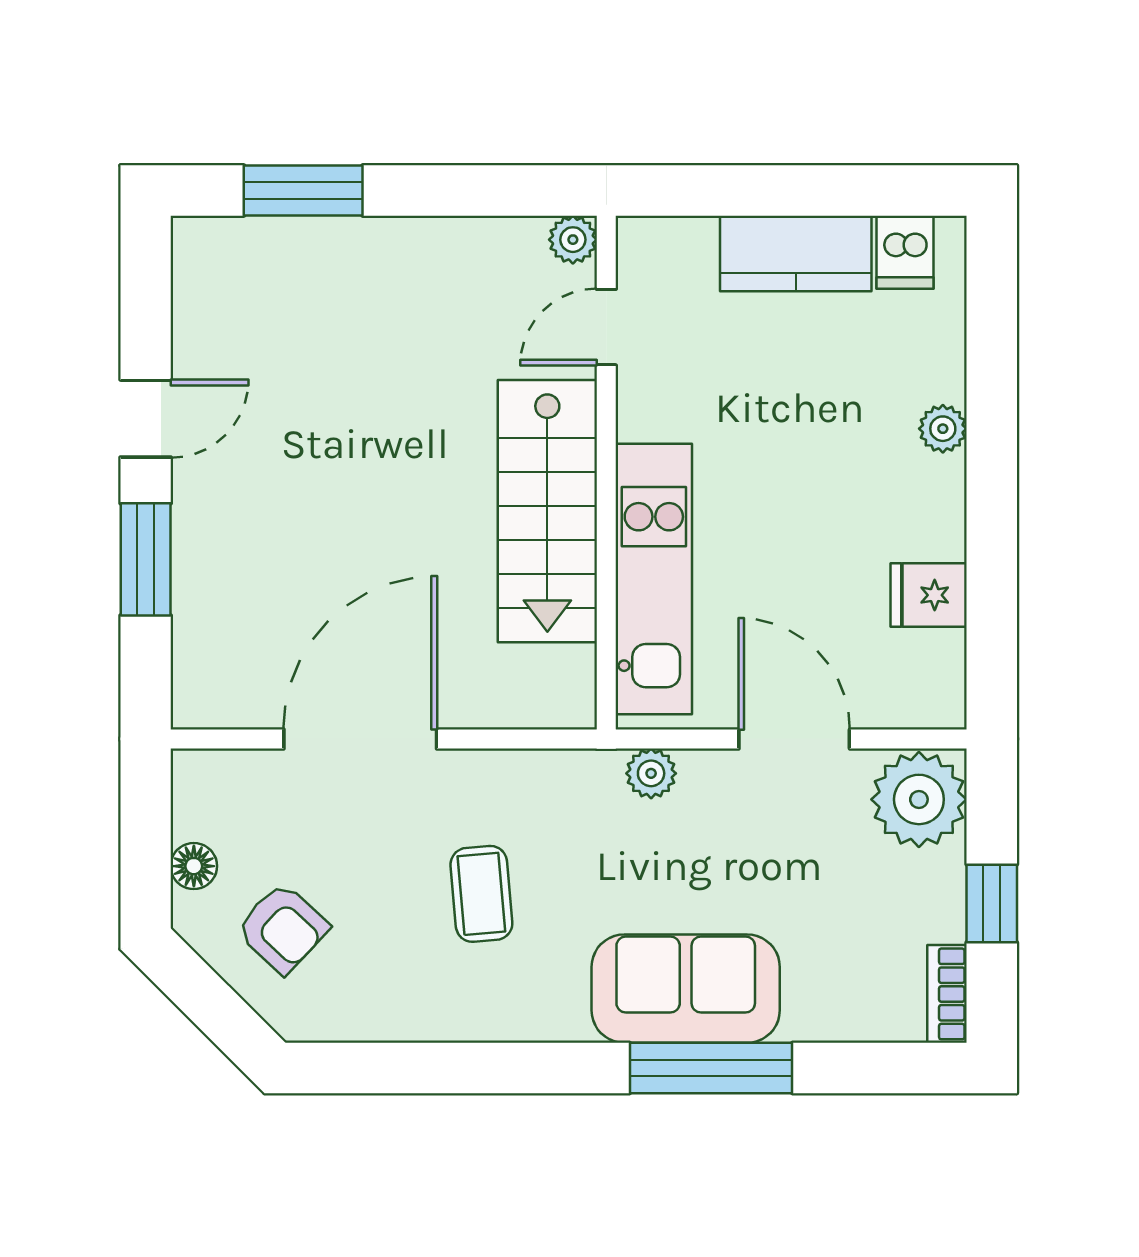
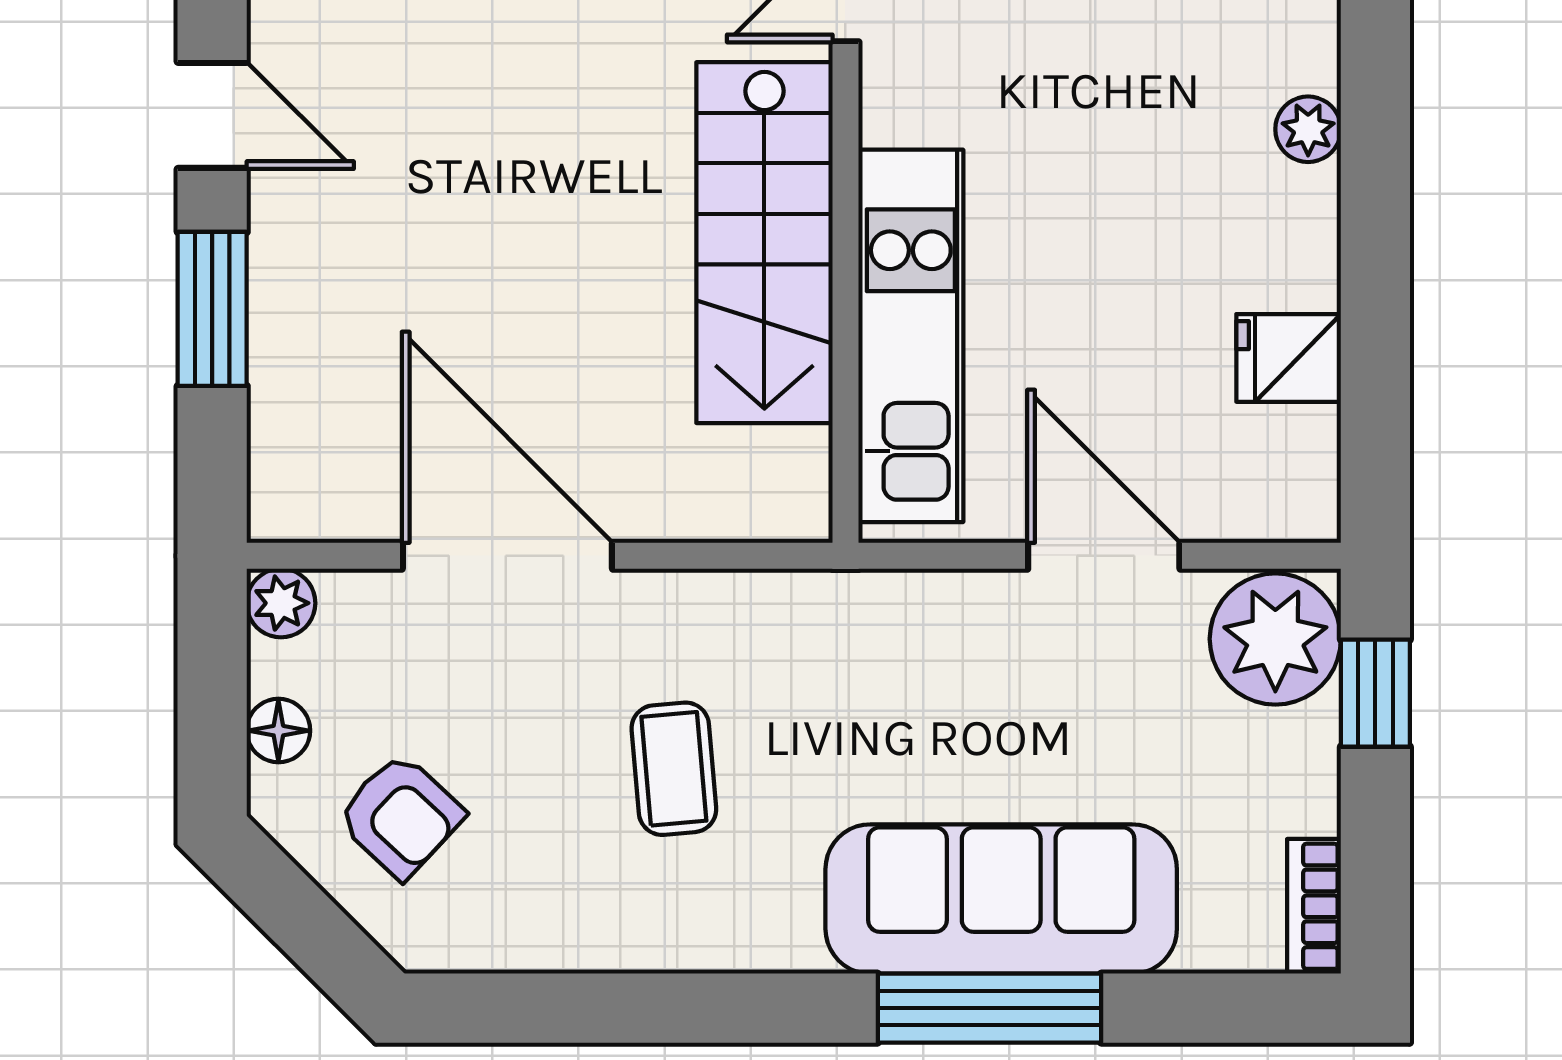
door: (146, 419) -> (212, 115), hinge flipped
door: (360, 739) -> (507, 556), hinge flipped
plant: (651, 773) -> (281, 603), moved
window: (992, 903) -> (1375, 693), moved
sofa: (686, 989) -> (1001, 899), width x1.36

